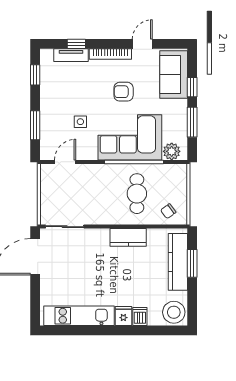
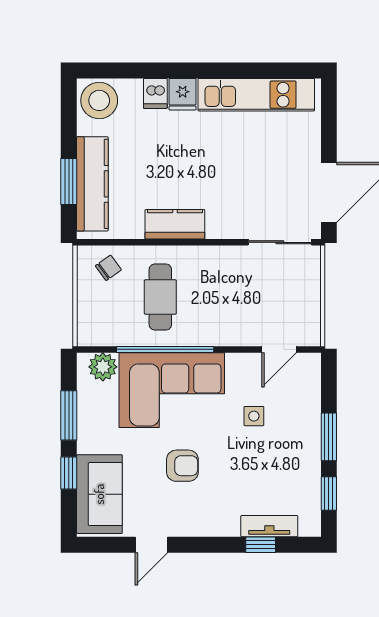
bookcase: (110, 54) -> (204, 528), removed
window: (35, 125) -> (329, 437), moved

